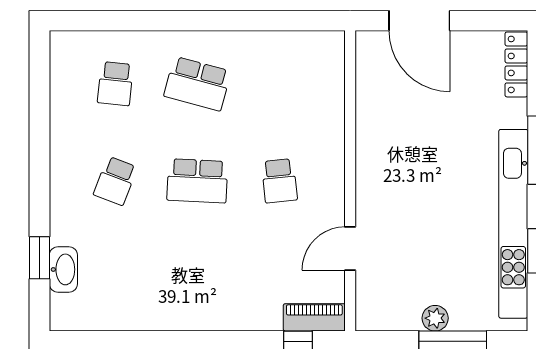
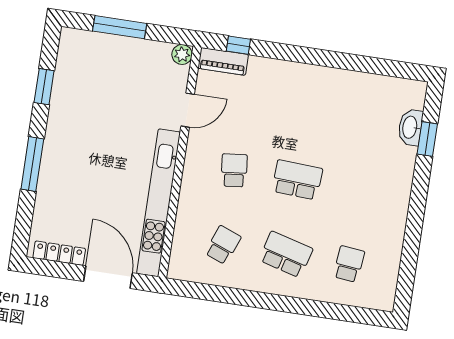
locker: (516, 64) -> (59, 253), moved, turned -90
school desk: (115, 181) -> (223, 245), moved
kitchen unit: (513, 224) -> (159, 203), moved, turned 180
plant: (435, 318) -> (182, 54), moved

